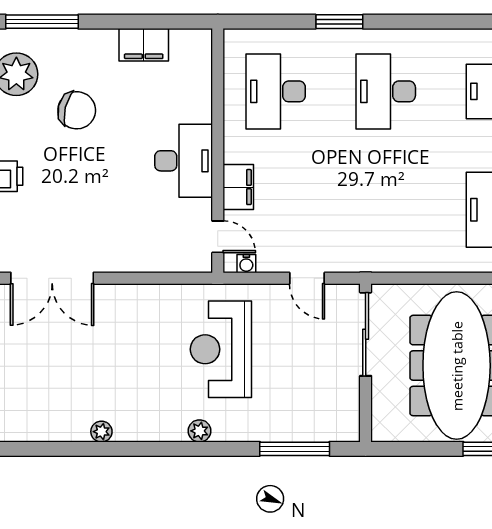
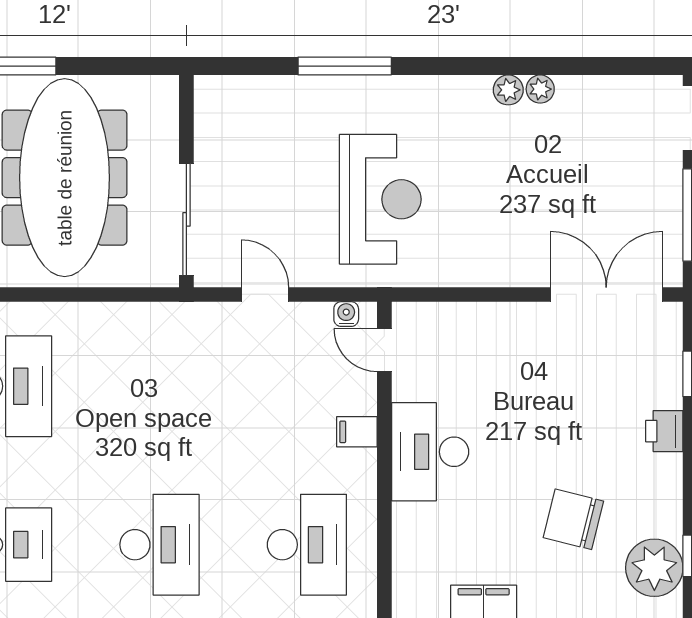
filing cabinet: (238, 187) -> (357, 432), width x0.50
plant: (199, 431) -> (508, 90), moved
window: (295, 449) -> (345, 66), moved

